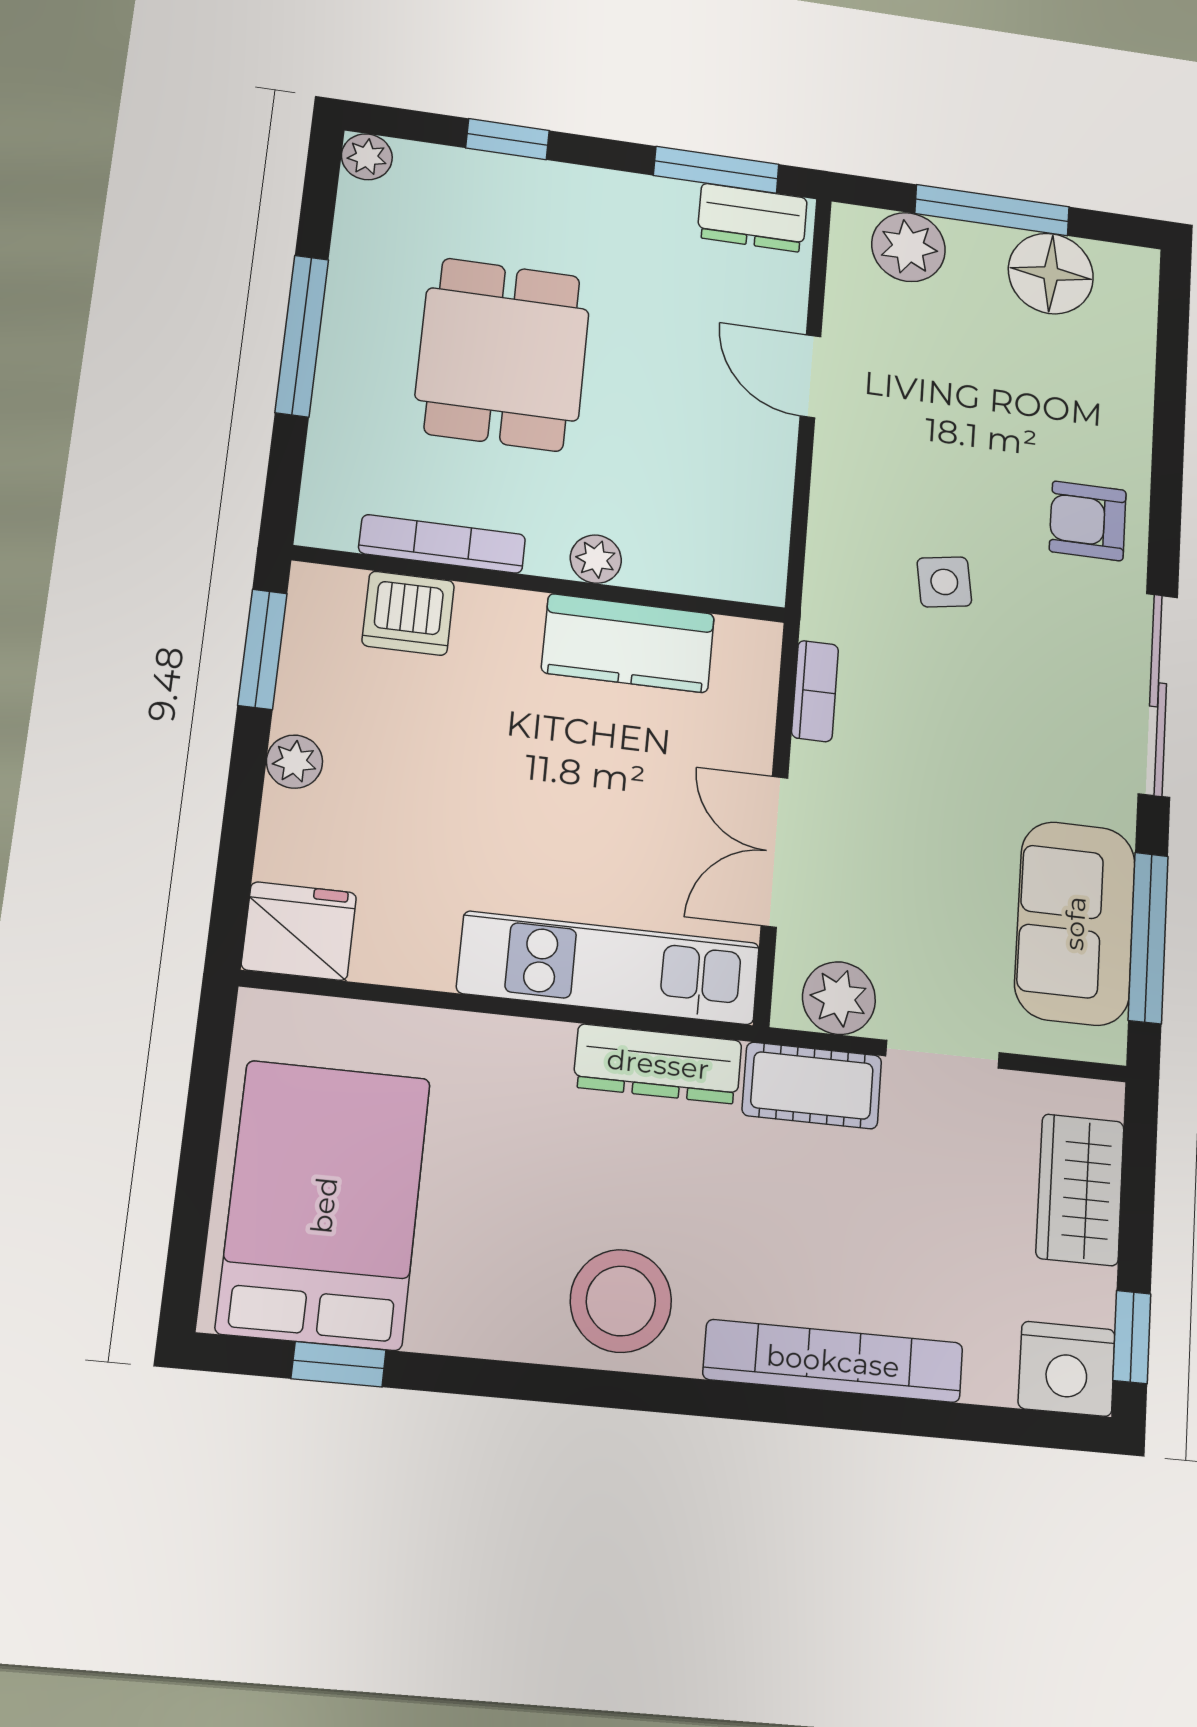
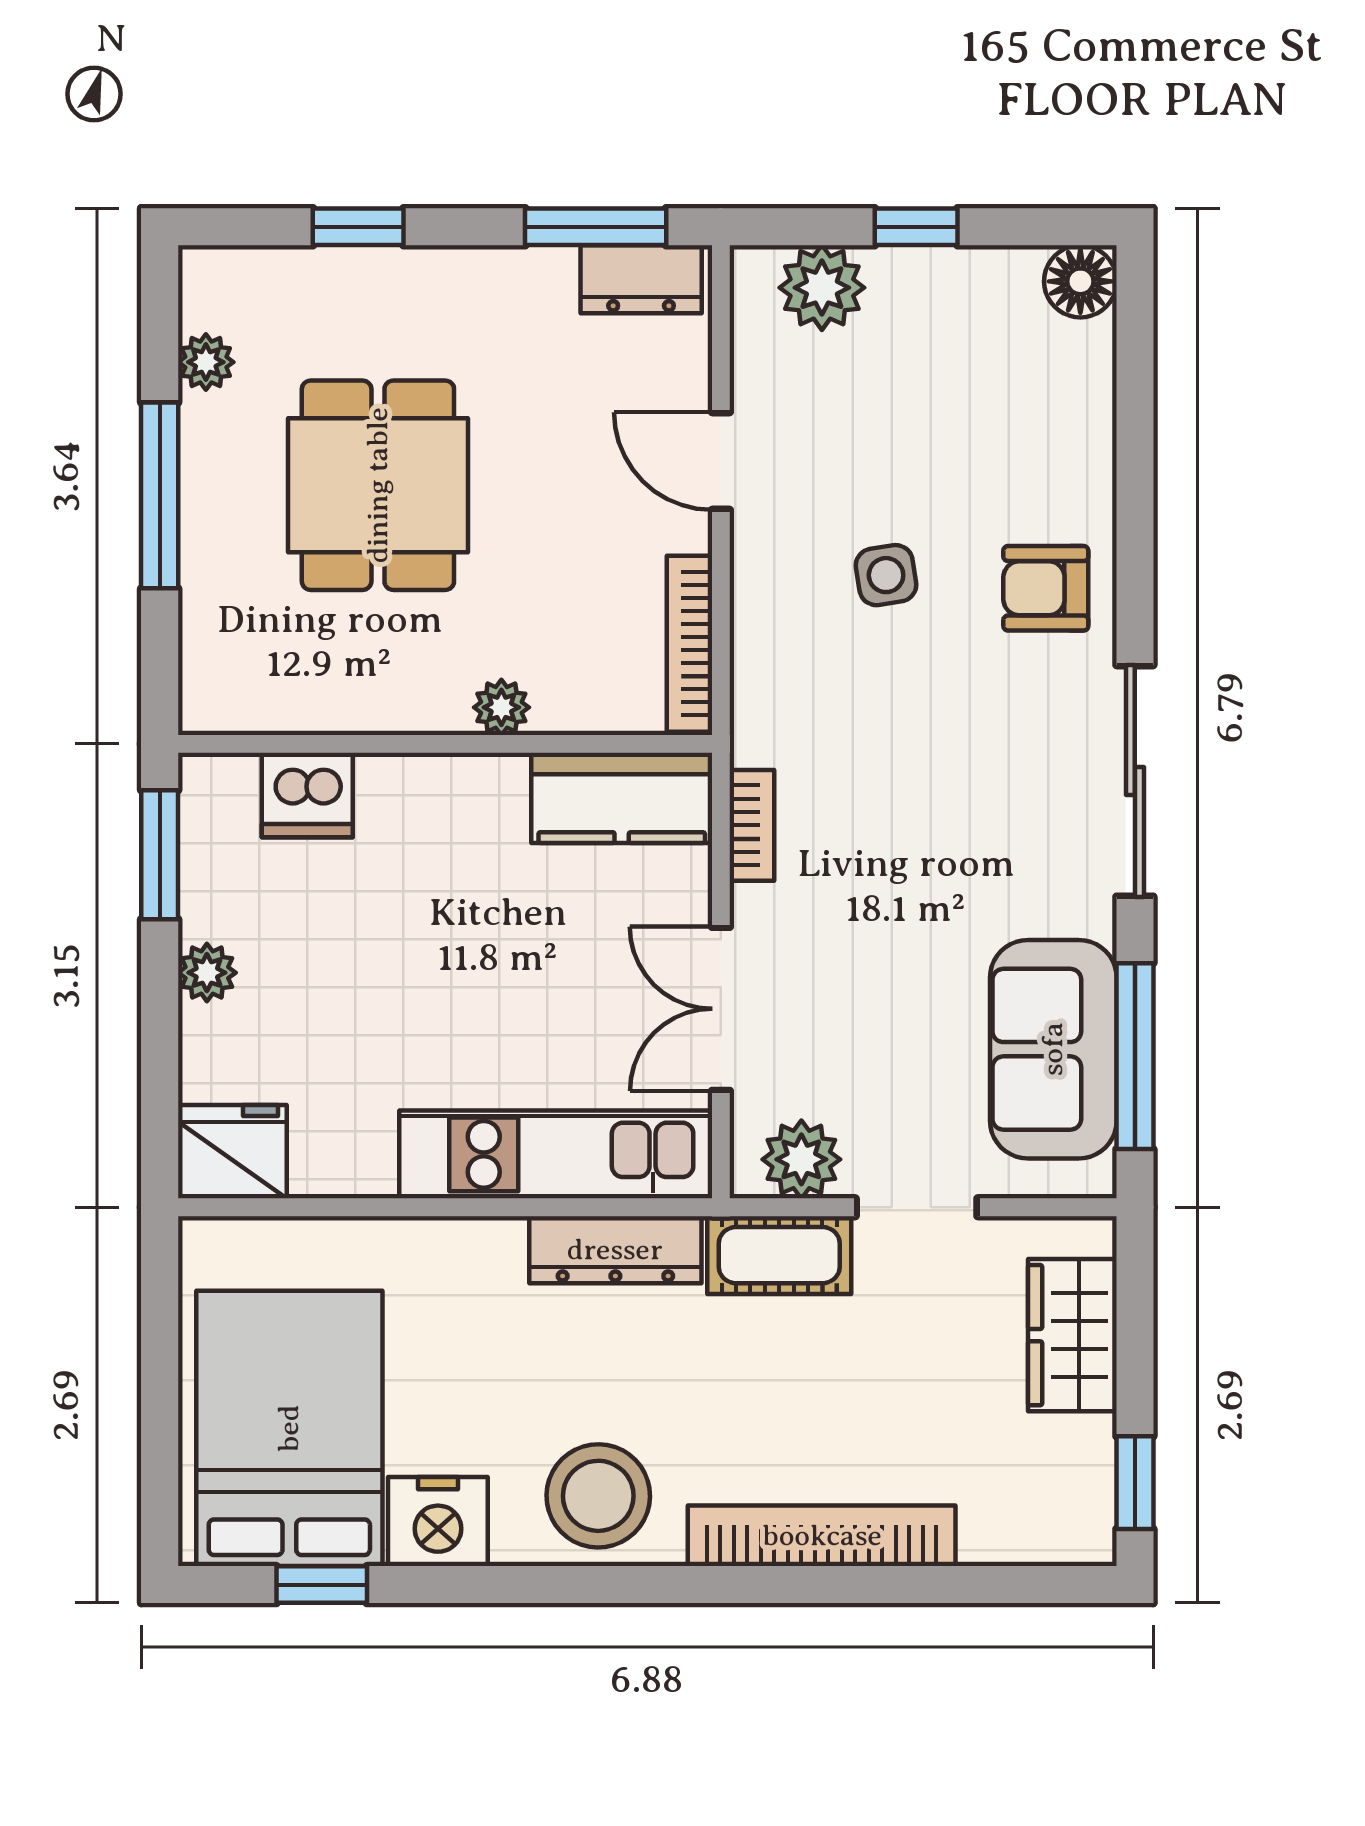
plant: (367, 157) -> (206, 362), moved
window: (992, 210) -> (916, 227), width x0.46
floor lamp: (1051, 274) -> (1080, 281), moved, width x0.73, depth x0.73
bookcase: (442, 544) -> (689, 644), moved, turned -90
side table: (944, 582) -> (886, 575), moved
kitchen counter: (628, 643) -> (622, 798), moved
nightstand: (1067, 1369) -> (438, 1522), moved

